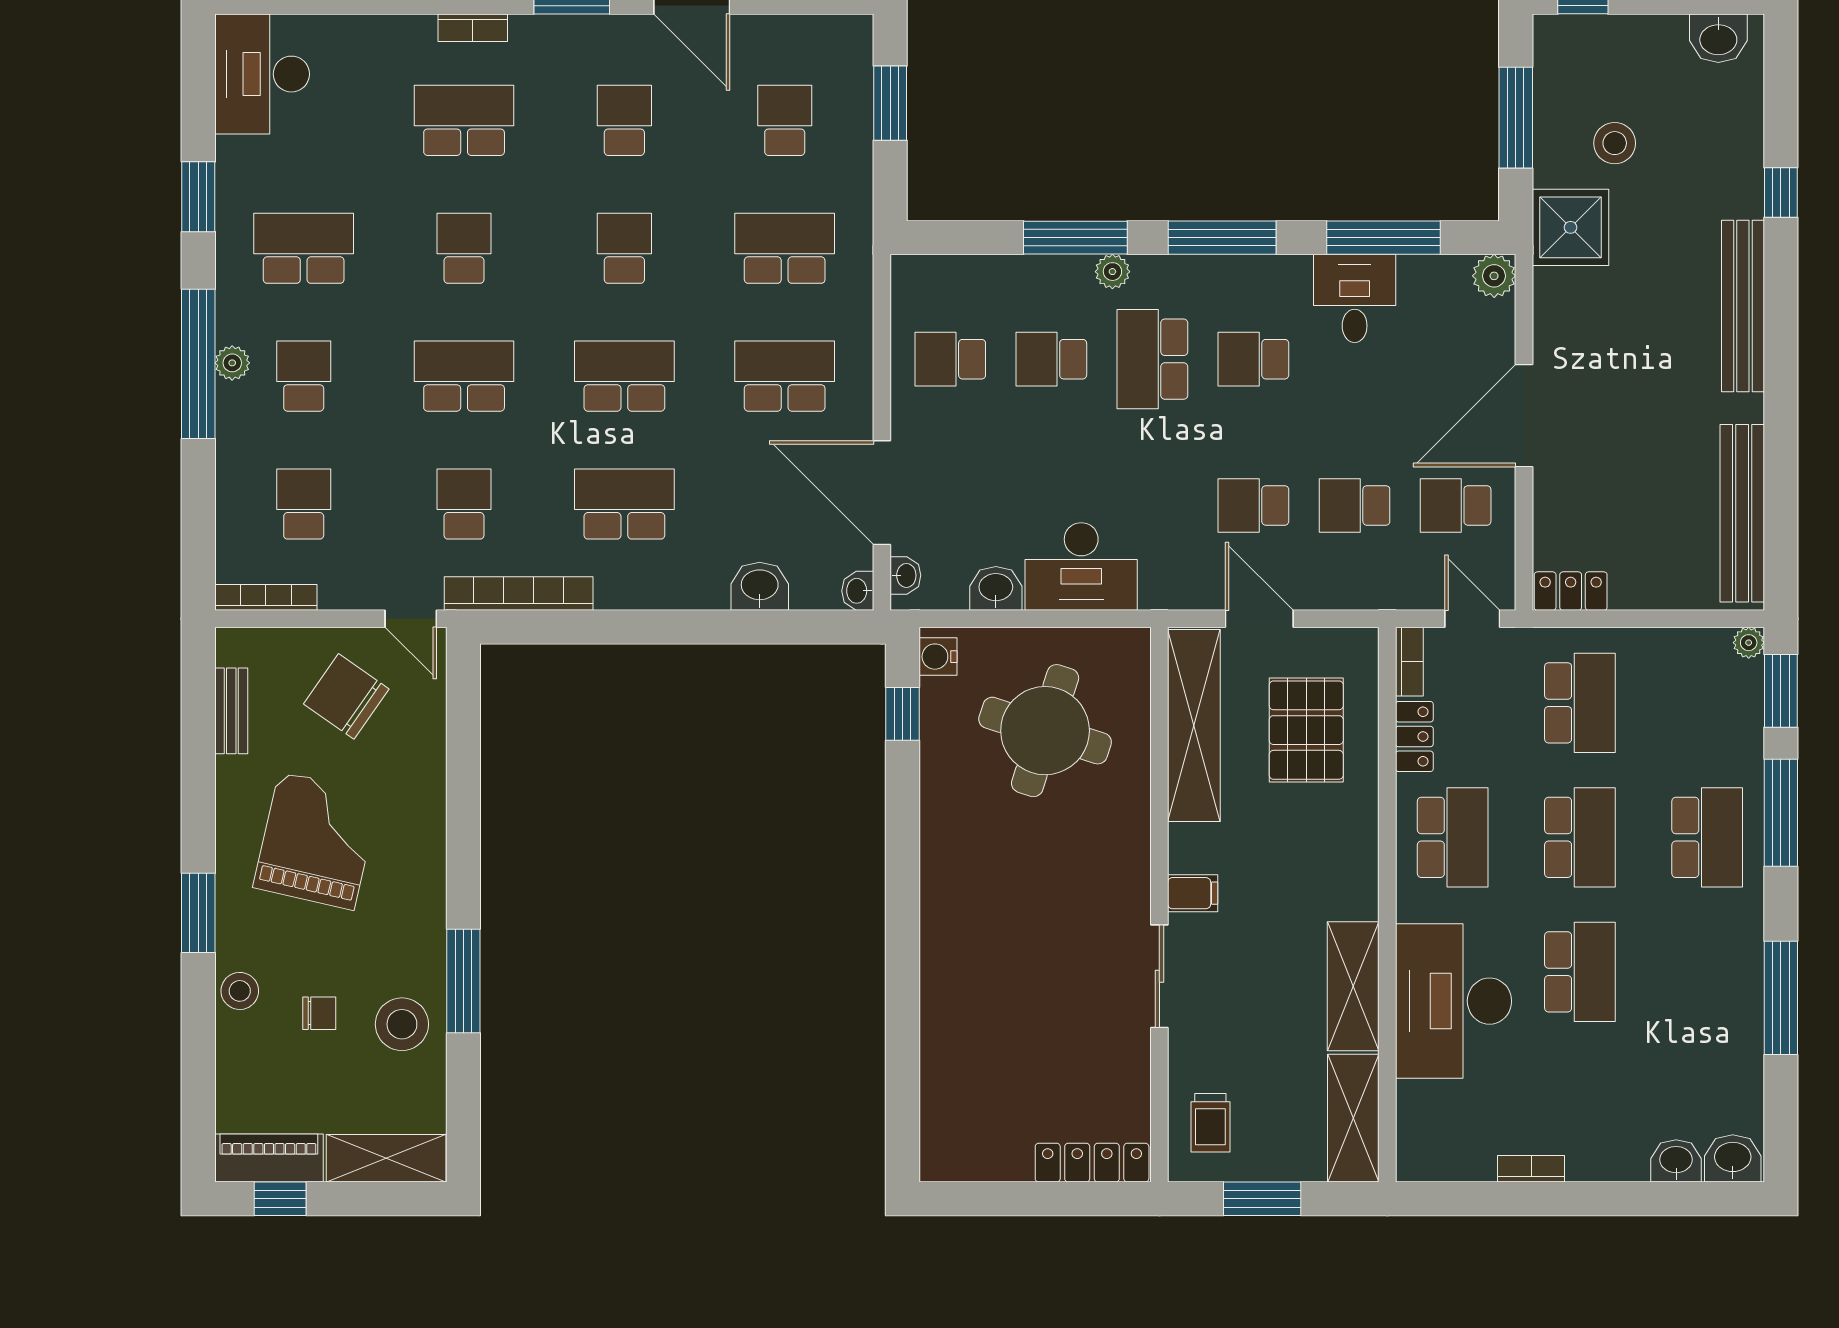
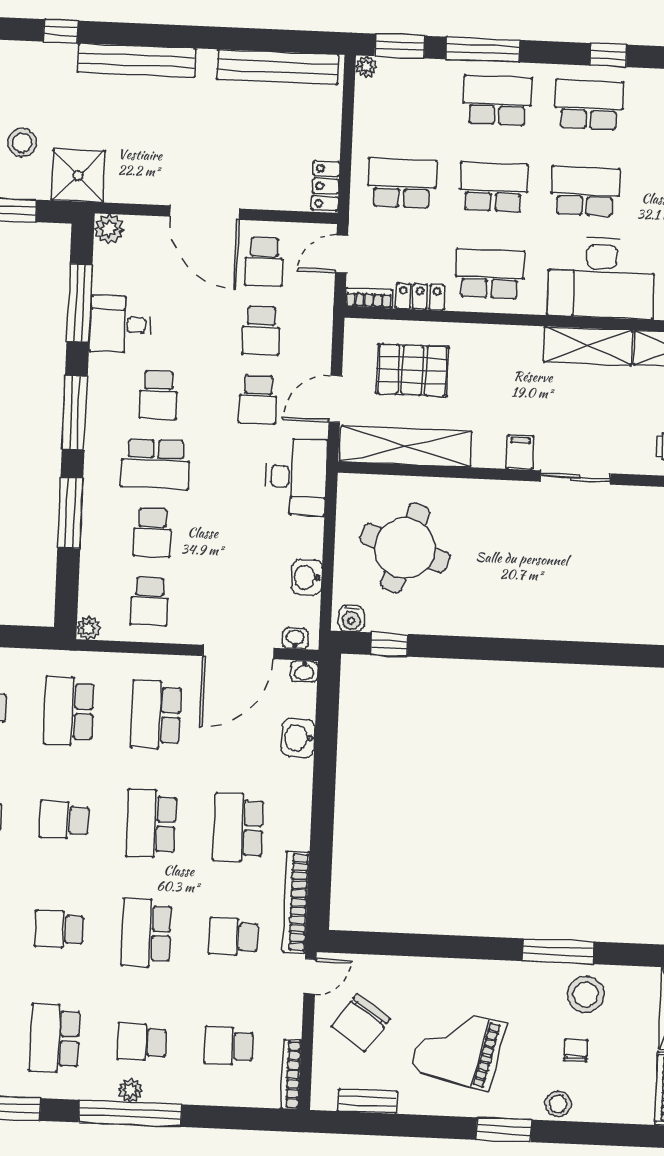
plant: (1112, 272) -> (88, 628), moved
desk: (1081, 567) -> (296, 477), moved
school desk: (1707, 972) -> (589, 104), added
window: (1781, 998) -> (609, 55), width x0.46

